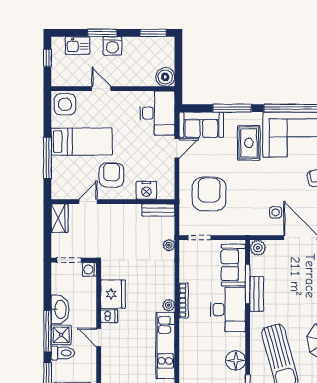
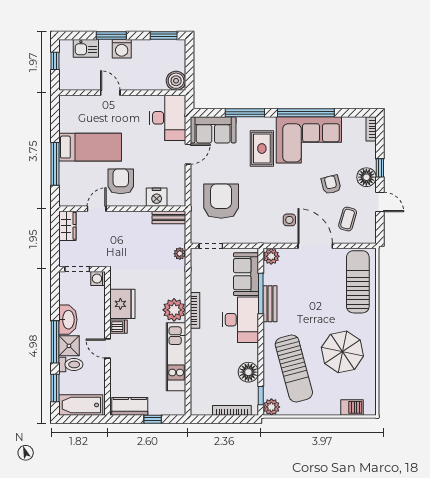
side table: (65, 104) -> (73, 109), removed
plant: (169, 305) -> (174, 310), width x1.88, depth x1.88

